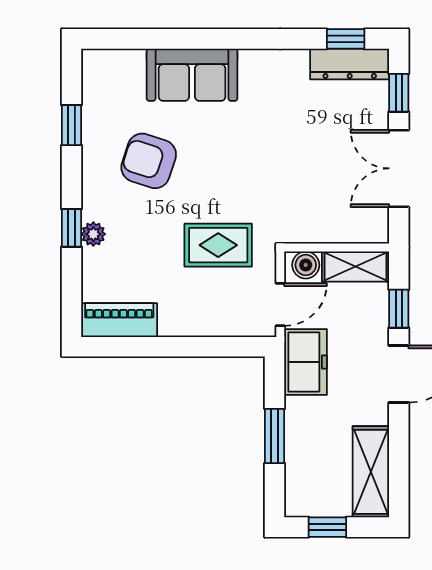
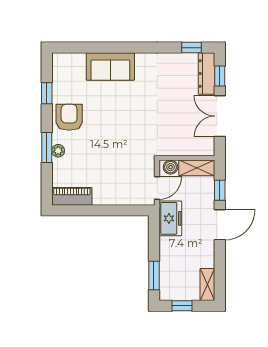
dresser: (350, 64) -> (206, 74), moved, turned 90
armchair: (149, 161) -> (69, 117), moved, turned 72
window: (72, 228) -> (47, 148), width x1.50
rug: (218, 245) -> (124, 157), removed
window: (274, 436) -> (154, 275), moved
shelving: (371, 472) -> (207, 285), width x0.67, depth x0.75

